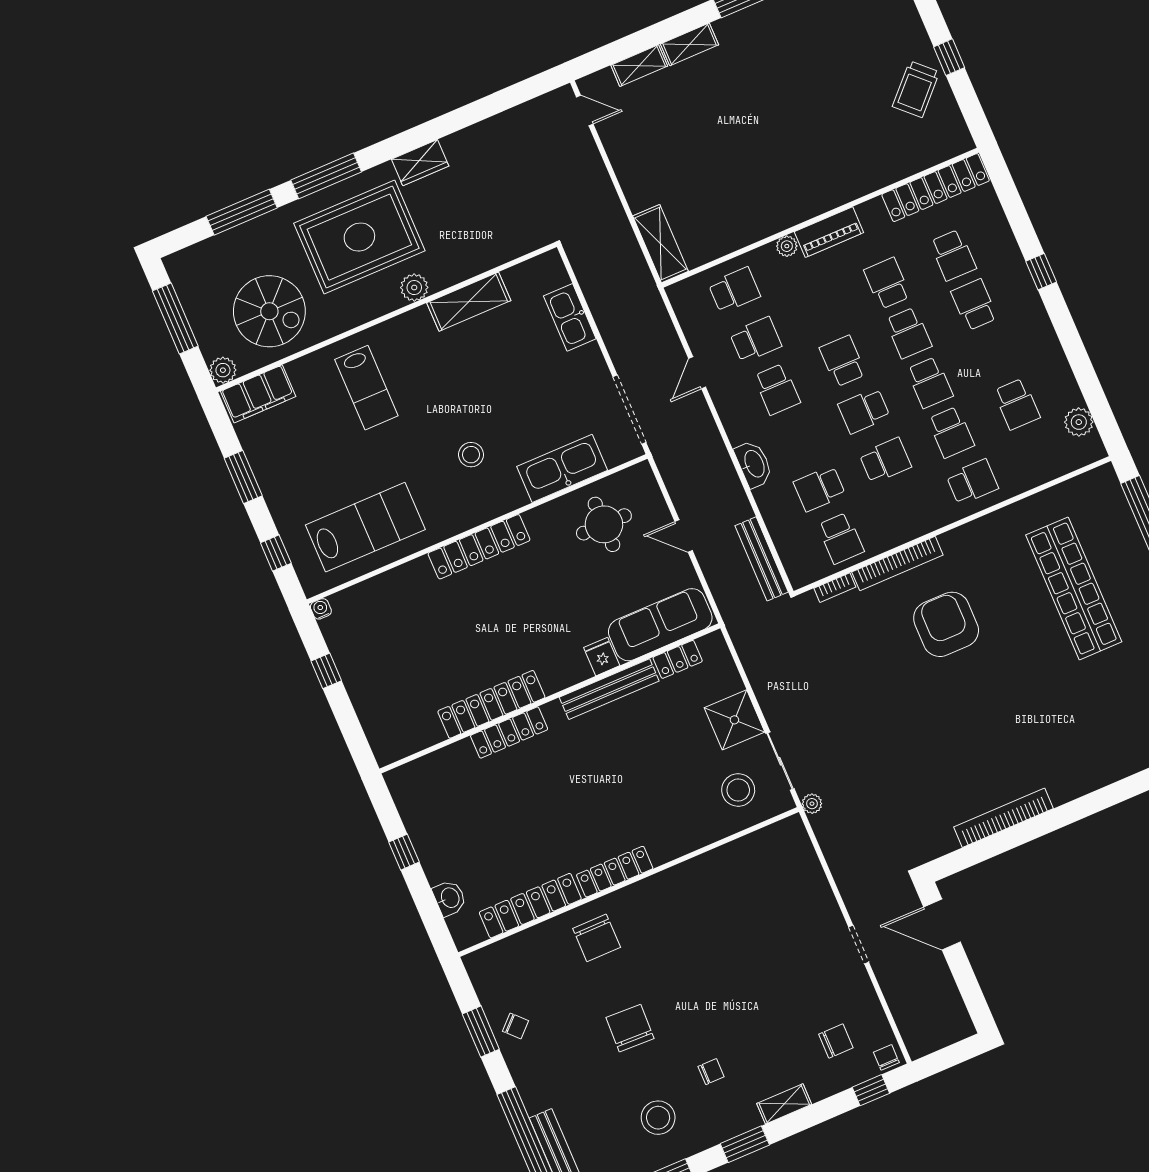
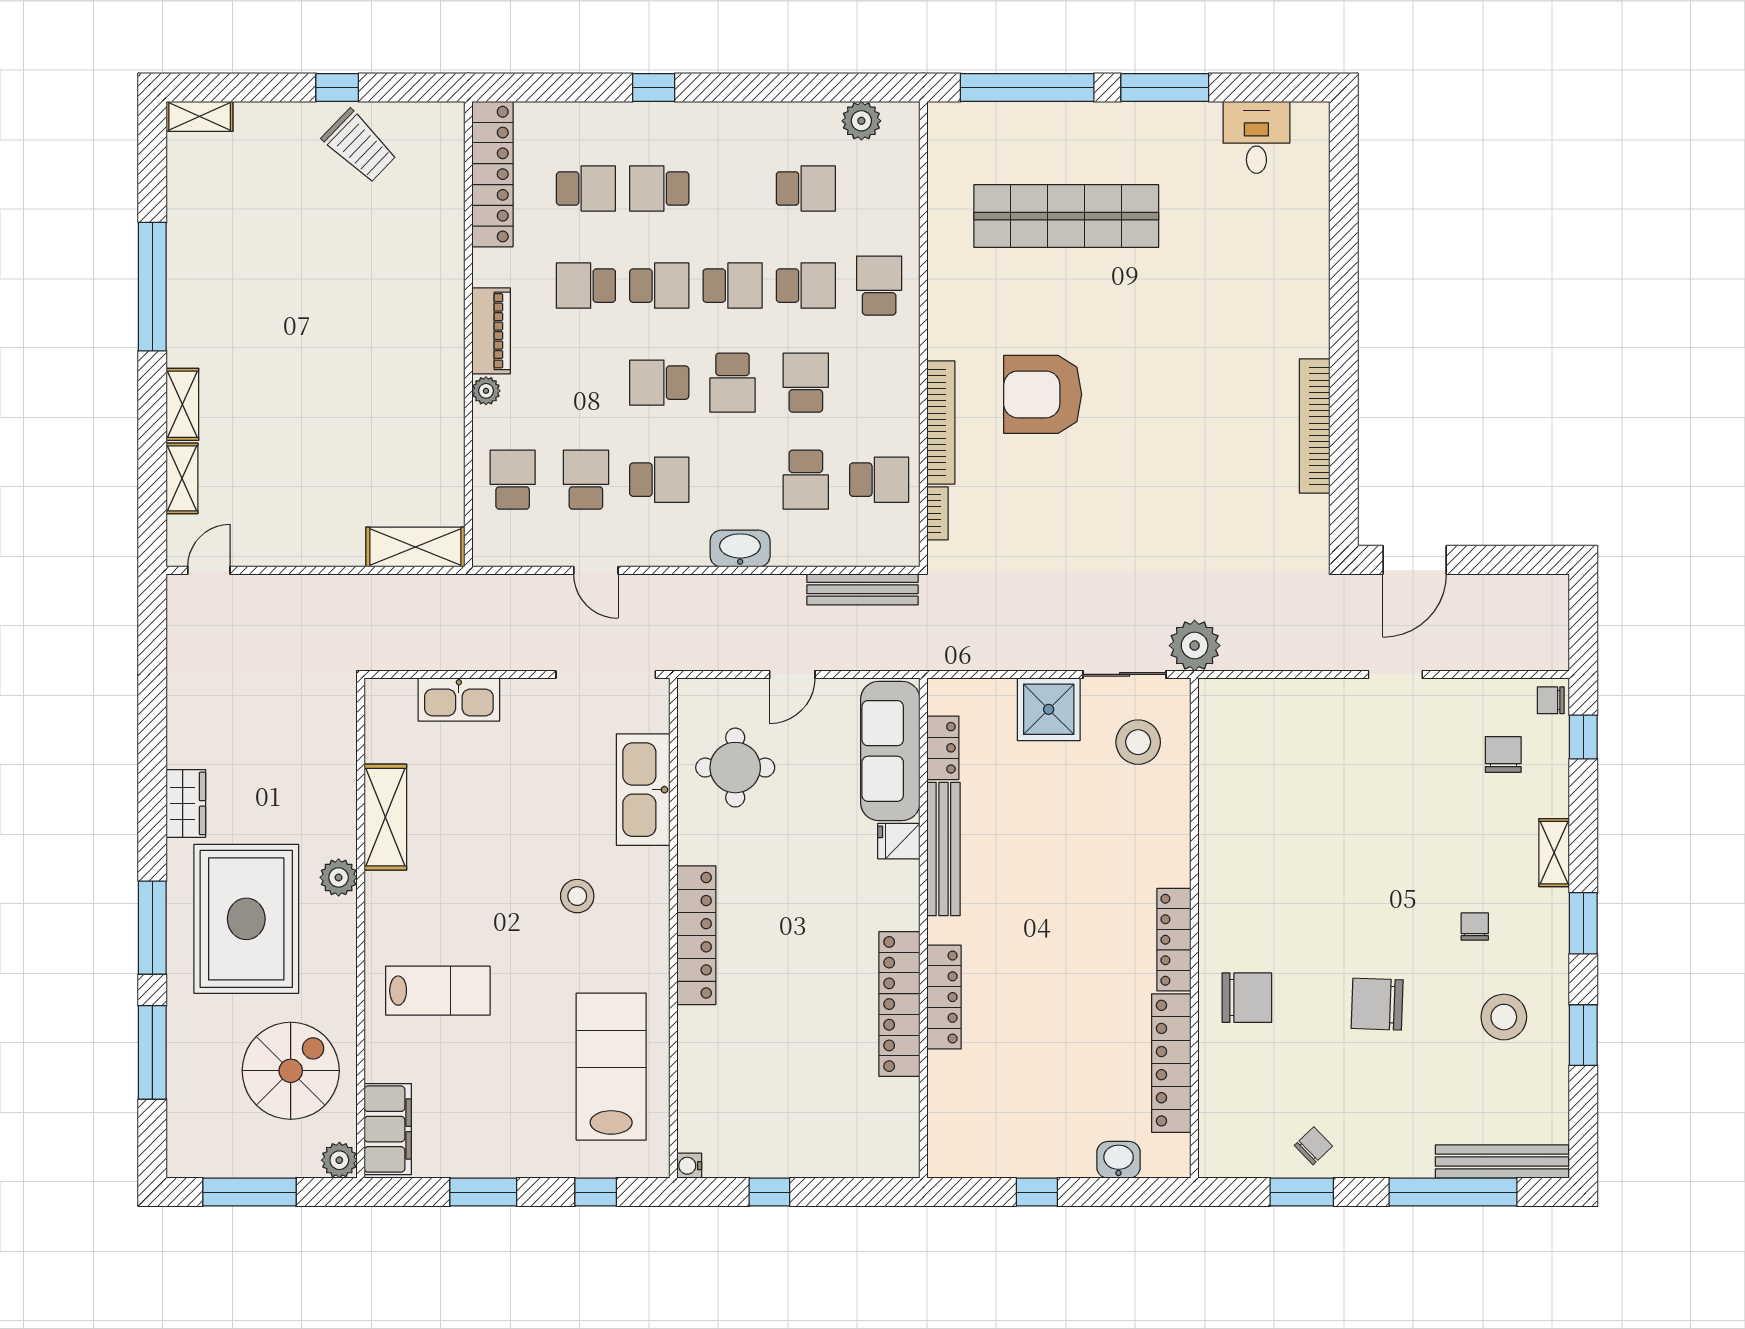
plant: (812, 804) -> (1195, 646), width x1.87, depth x1.87

